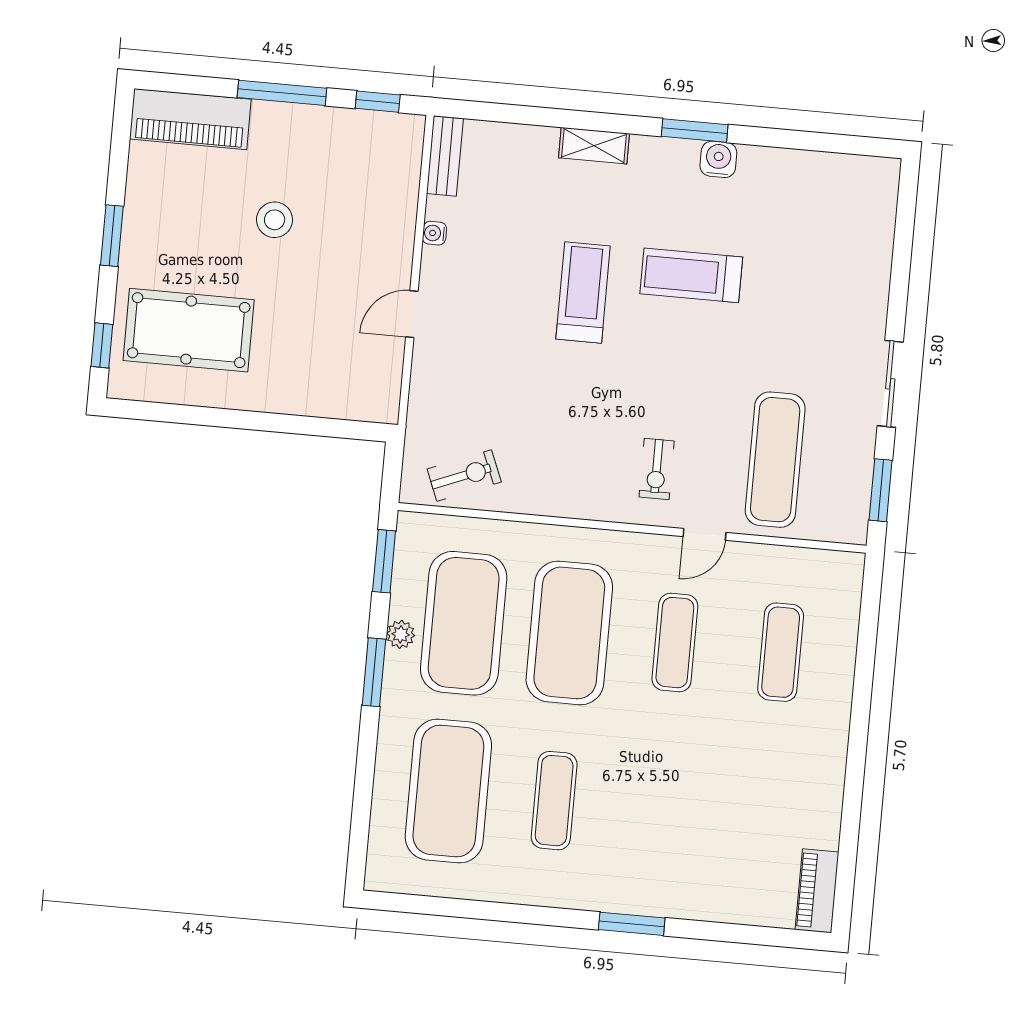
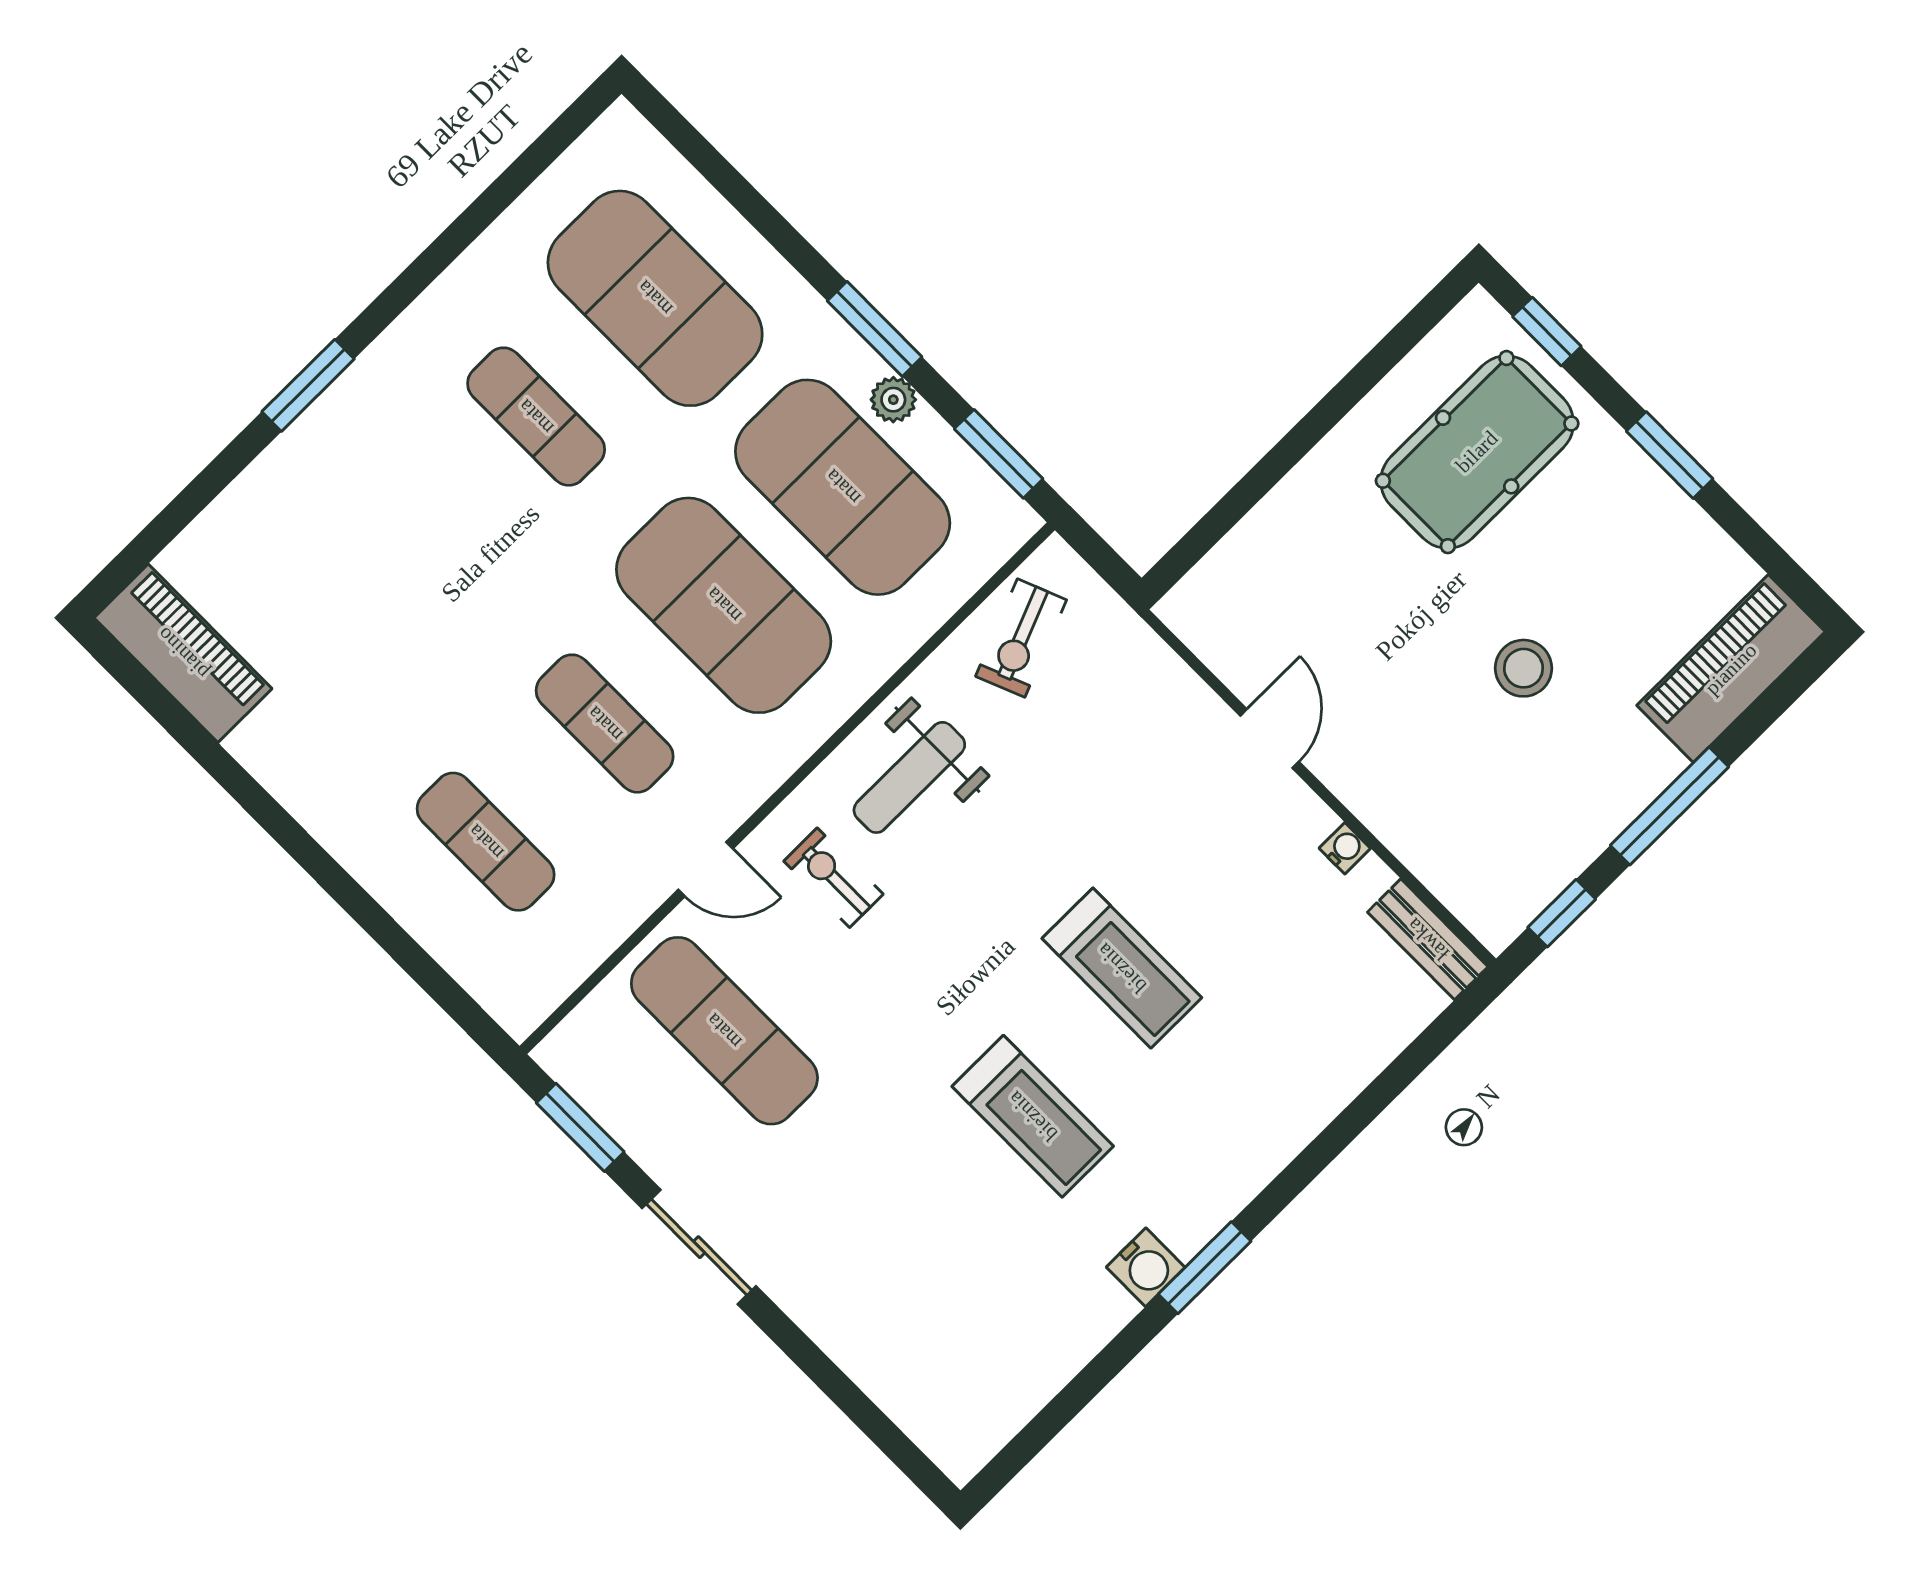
shelving: (594, 146) -> (1289, 1130), removed
treadmill: (691, 275) -> (1033, 1116), turned 90
weight bench: (577, 473) -> (909, 777), added
door: (704, 534) -> (706, 869), swing flipped
piano: (817, 891) -> (183, 653), width x1.37, depth x1.33

